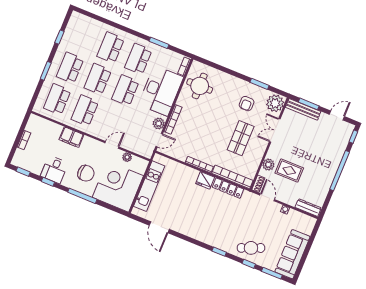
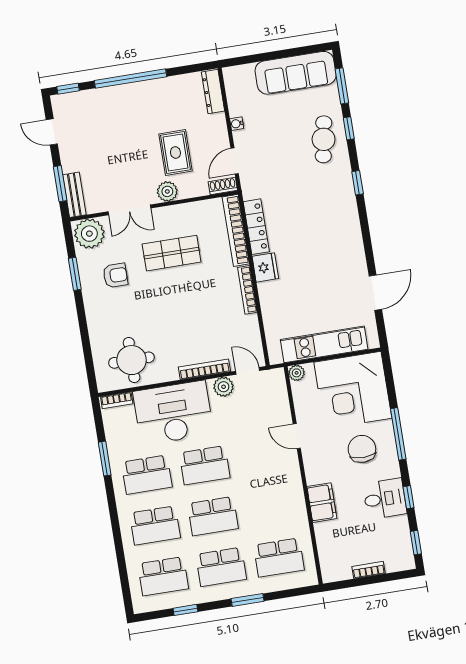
bench: (303, 109) -> (74, 195), width x0.73
school desk: (85, 111) -> (163, 576), moved
plant: (127, 157) -> (297, 373), moved
plant: (268, 165) -> (167, 191), moved
cafe table: (251, 248) -> (324, 139), turned 32

